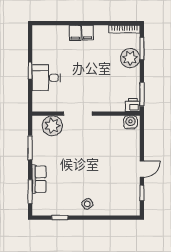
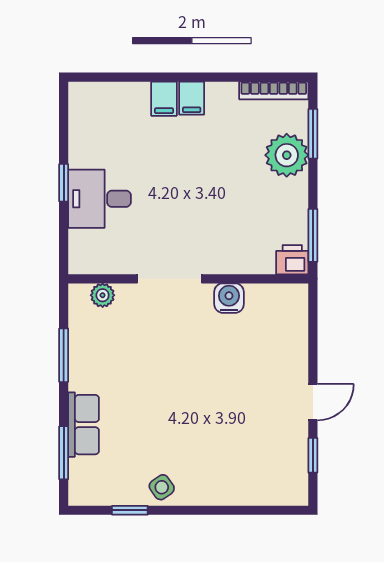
water cooler: (130, 122) -> (229, 298), moved
plant: (52, 126) -> (103, 295), width x0.53, depth x0.53
side table: (87, 204) -> (162, 487), moved

